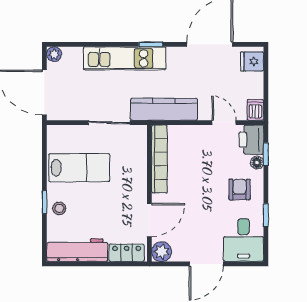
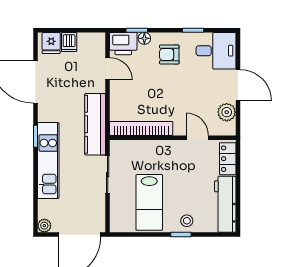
dishwasher: (255, 110) -> (69, 42), moved, turned -90
door: (224, 123) -> (108, 69), swing flipped
lab bench: (79, 168) -> (149, 202), turned 180
door: (149, 220) -> (197, 138), width x0.73
plant: (162, 252) -> (227, 112), moved

